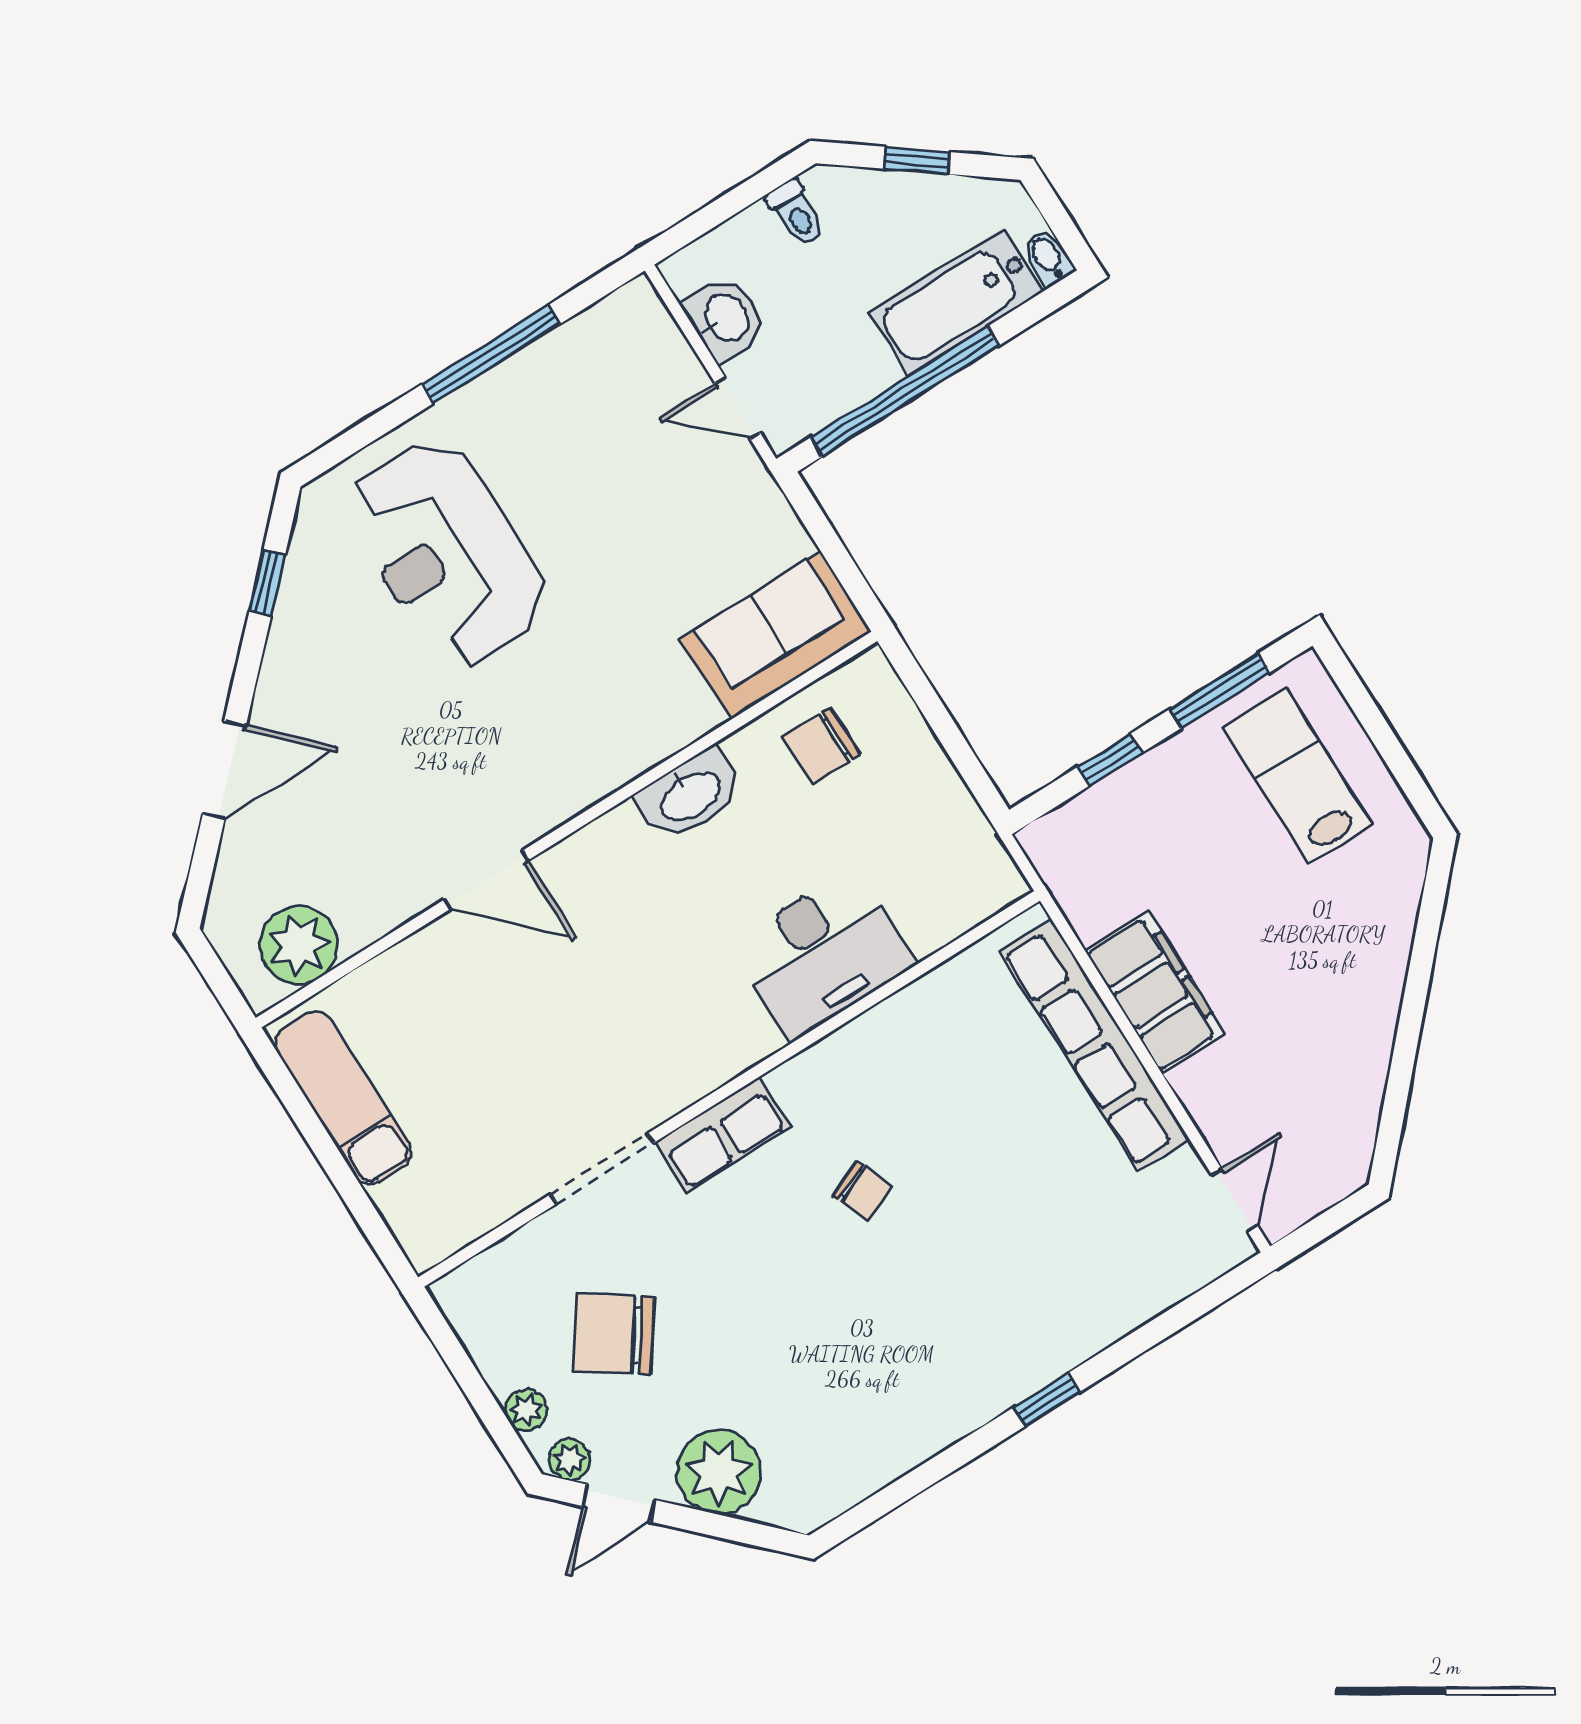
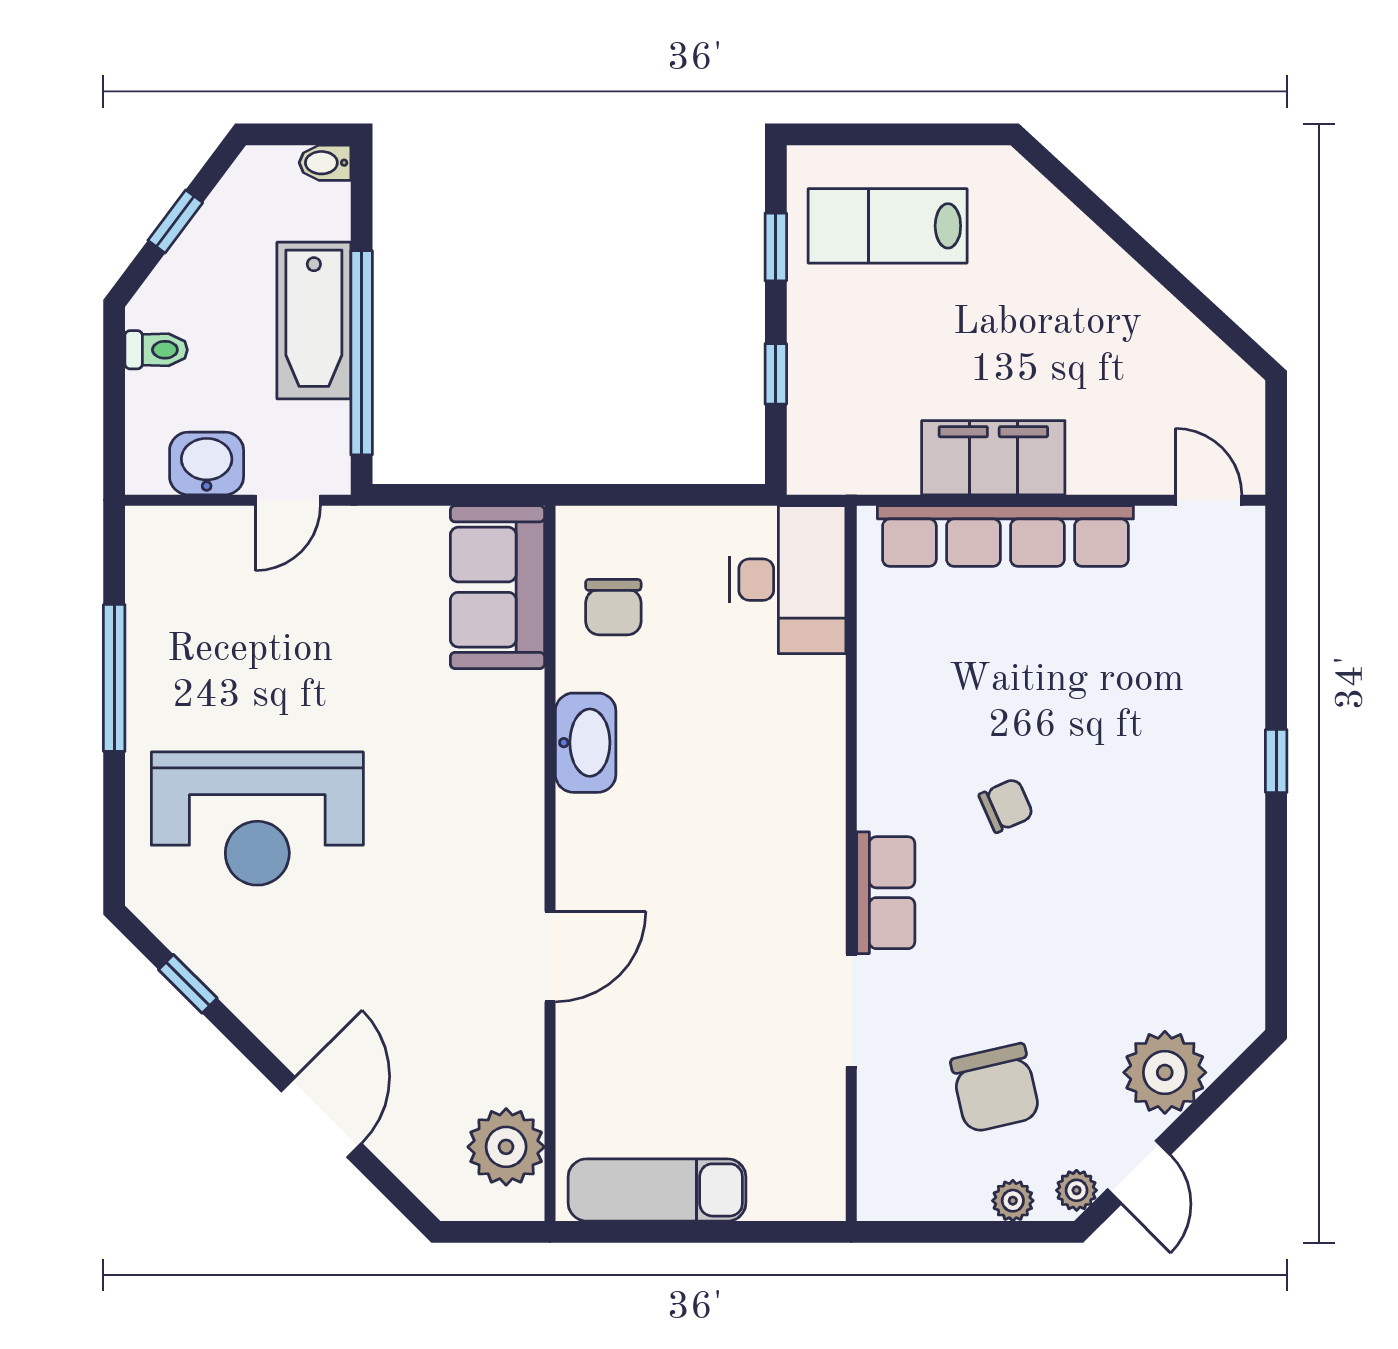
bathtub: (956, 302) -> (314, 321), moved
window: (1219, 691) -> (776, 247), width x0.67
desk: (822, 954) -> (788, 580), moved
chair: (614, 1334) -> (995, 1088), turned -48

